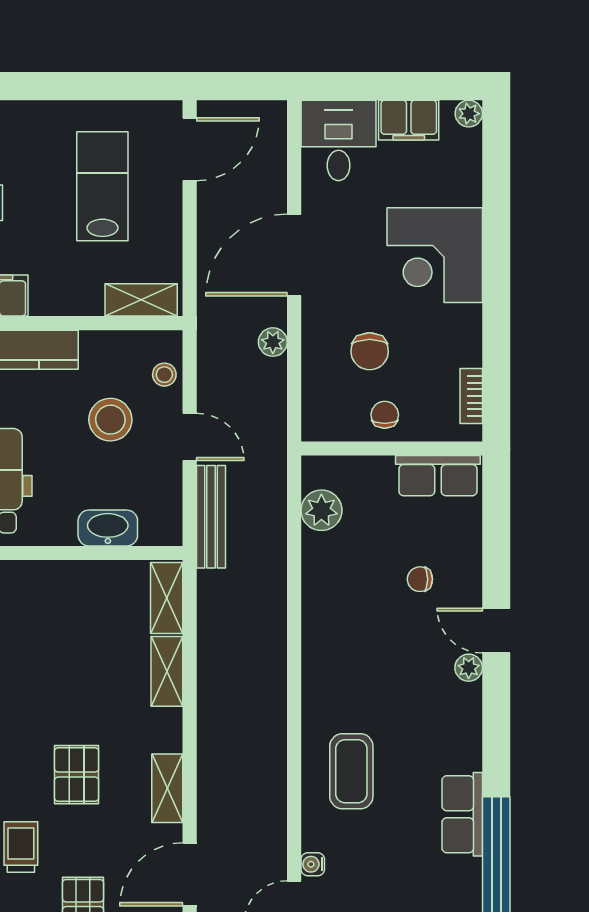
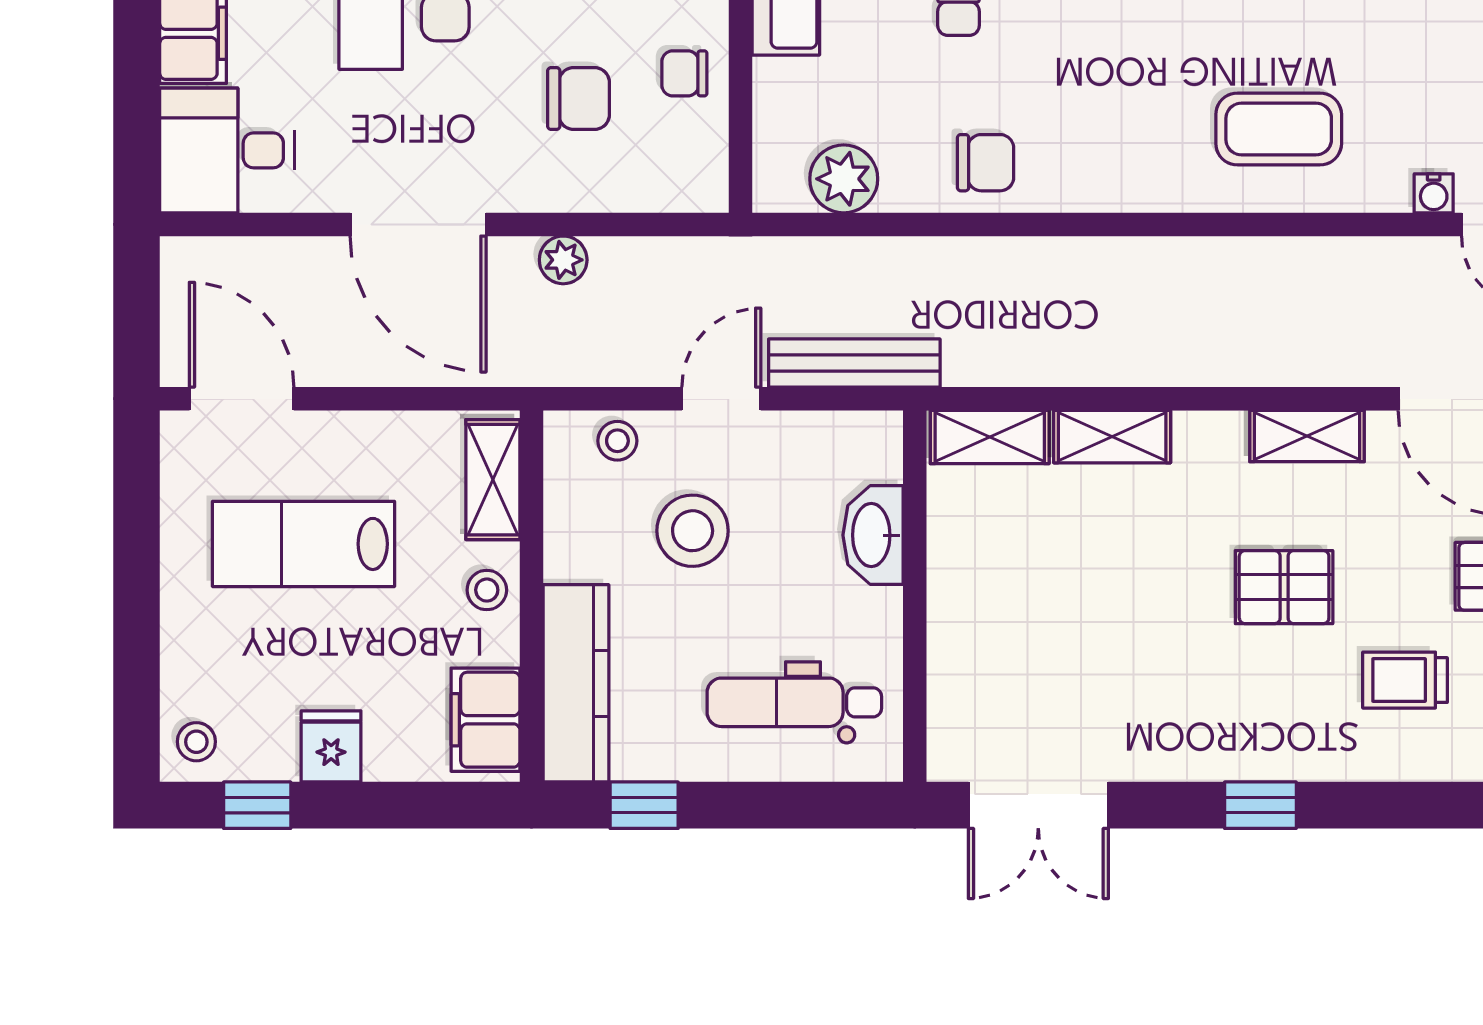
stool: (75, 296) -> (487, 590), added
chair: (331, 595) -> (986, 163), added

